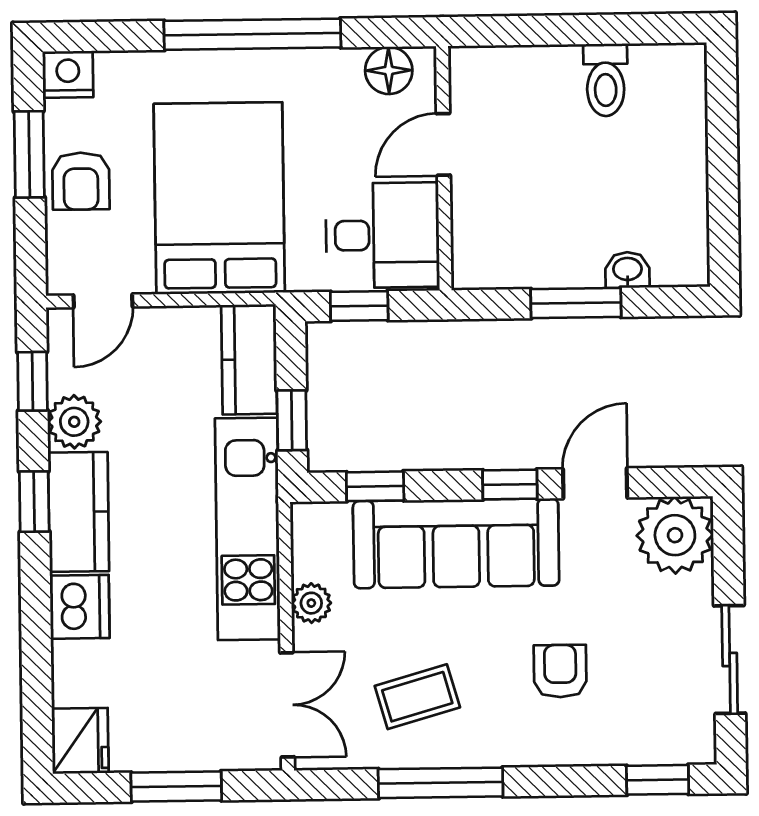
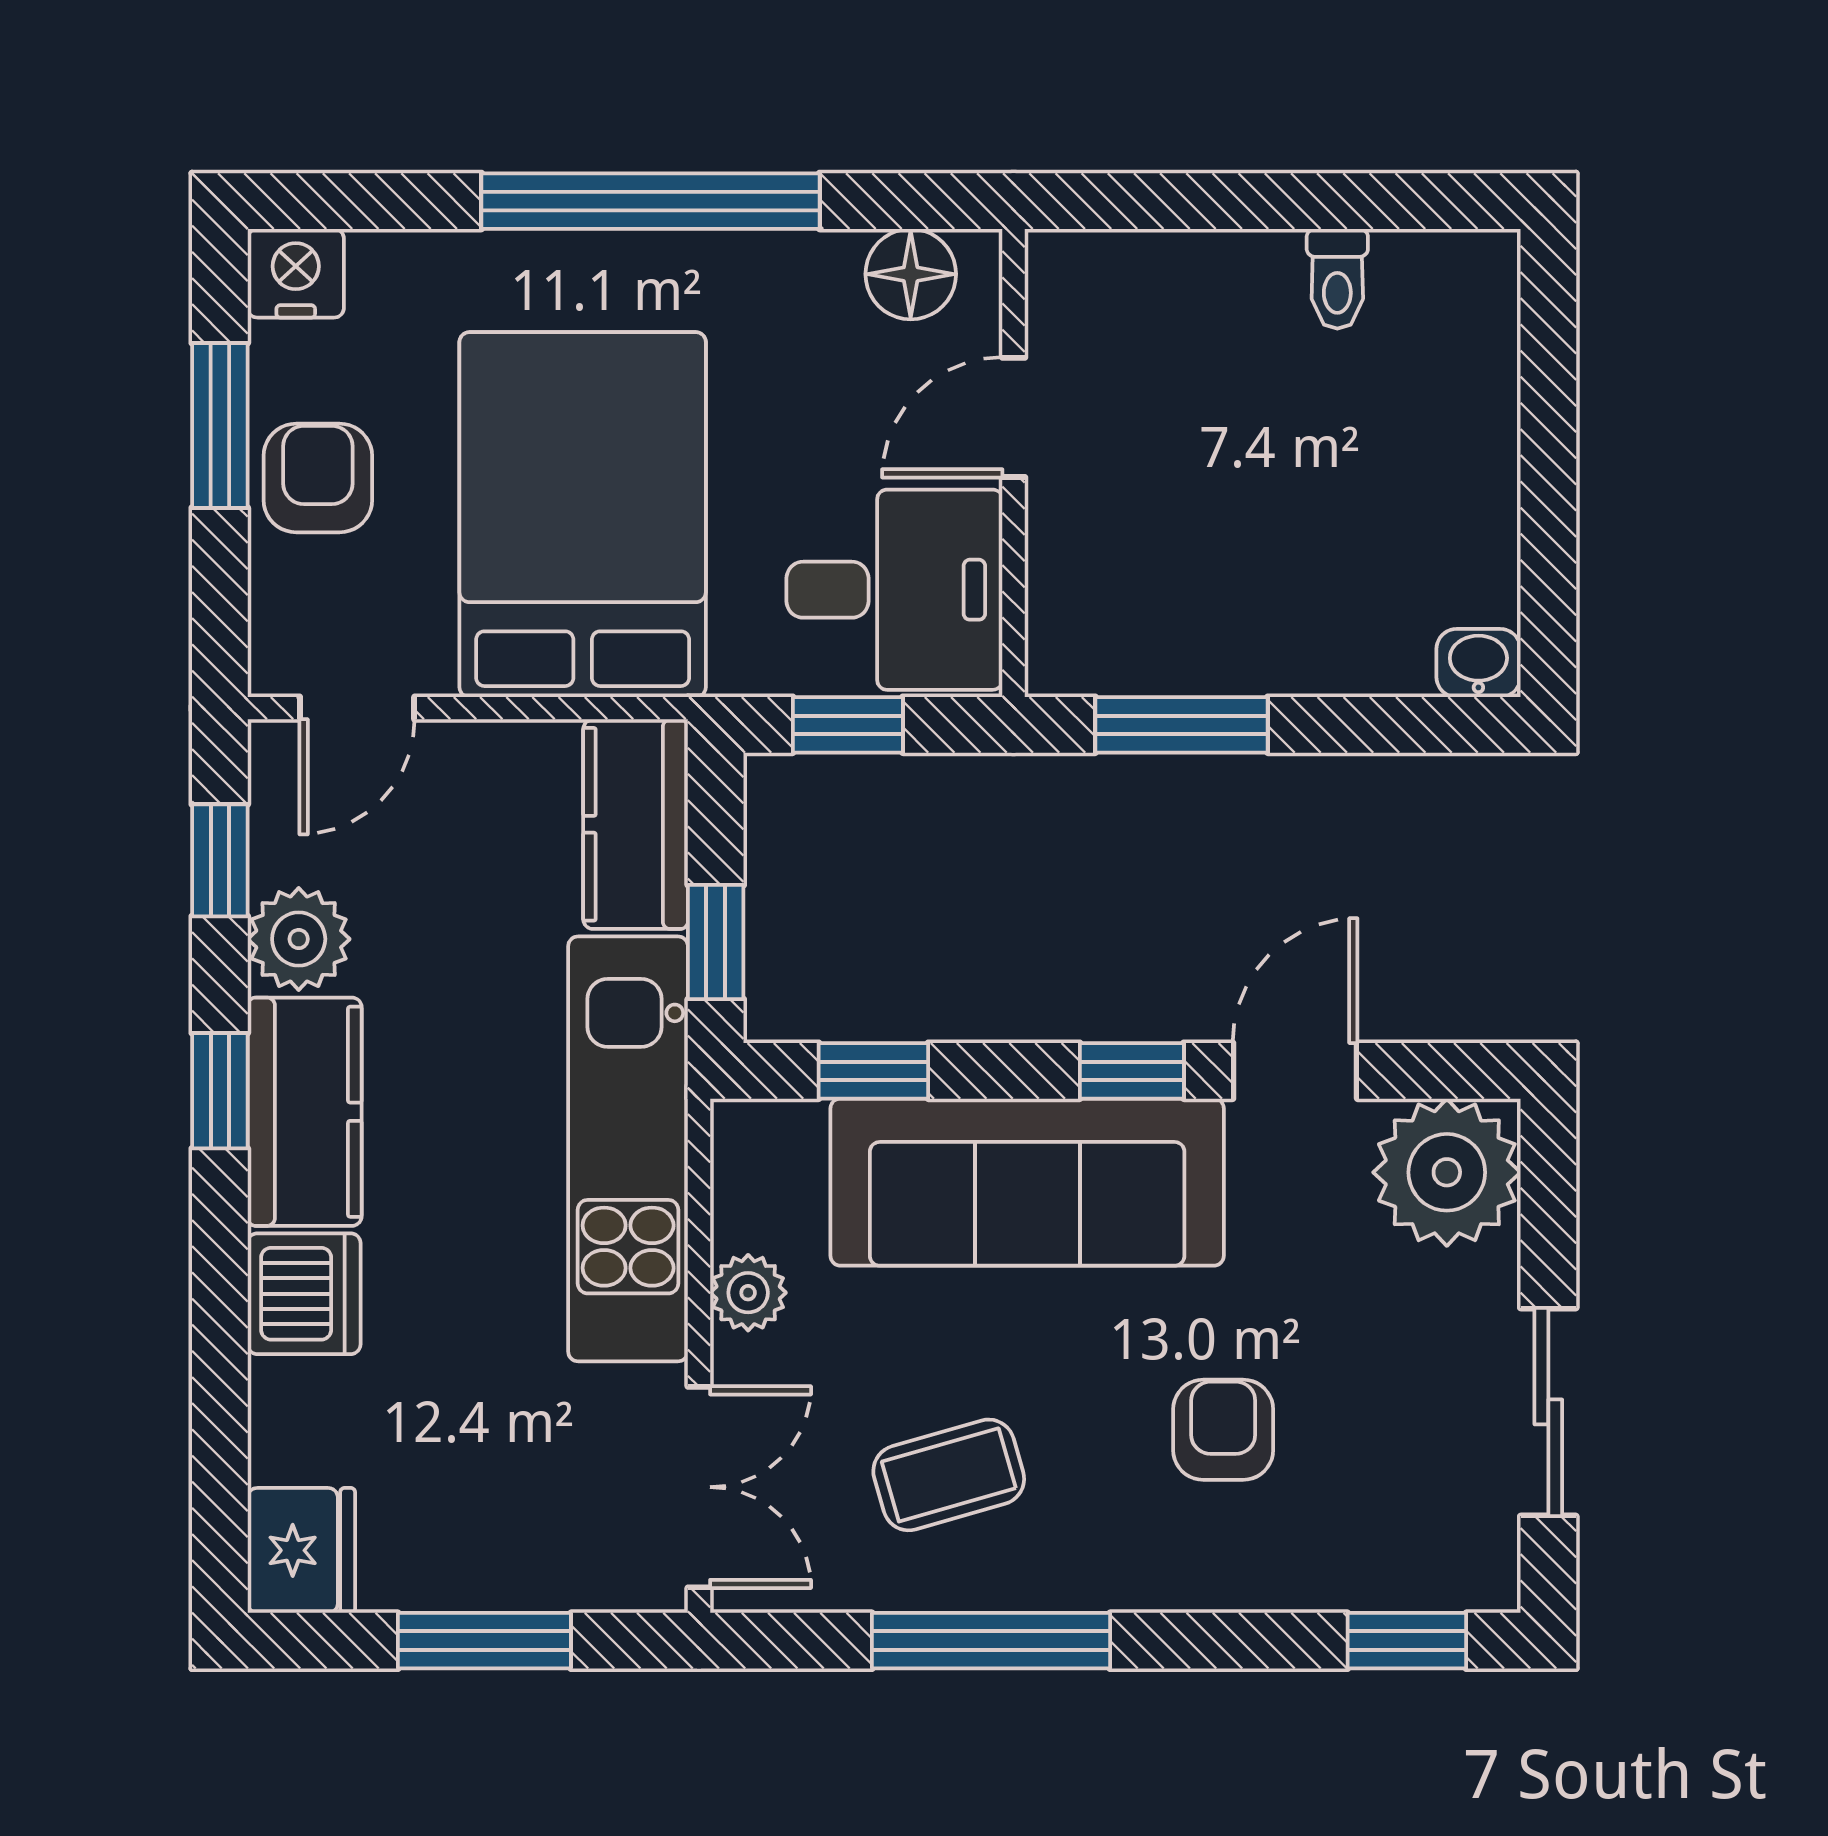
toilet: (606, 80) -> (1337, 279), width x0.73, depth x0.72
armchair: (81, 181) -> (318, 478), turned 180
washbasin: (627, 270) -> (1478, 663), moved
window: (576, 303) -> (1182, 725), moved

